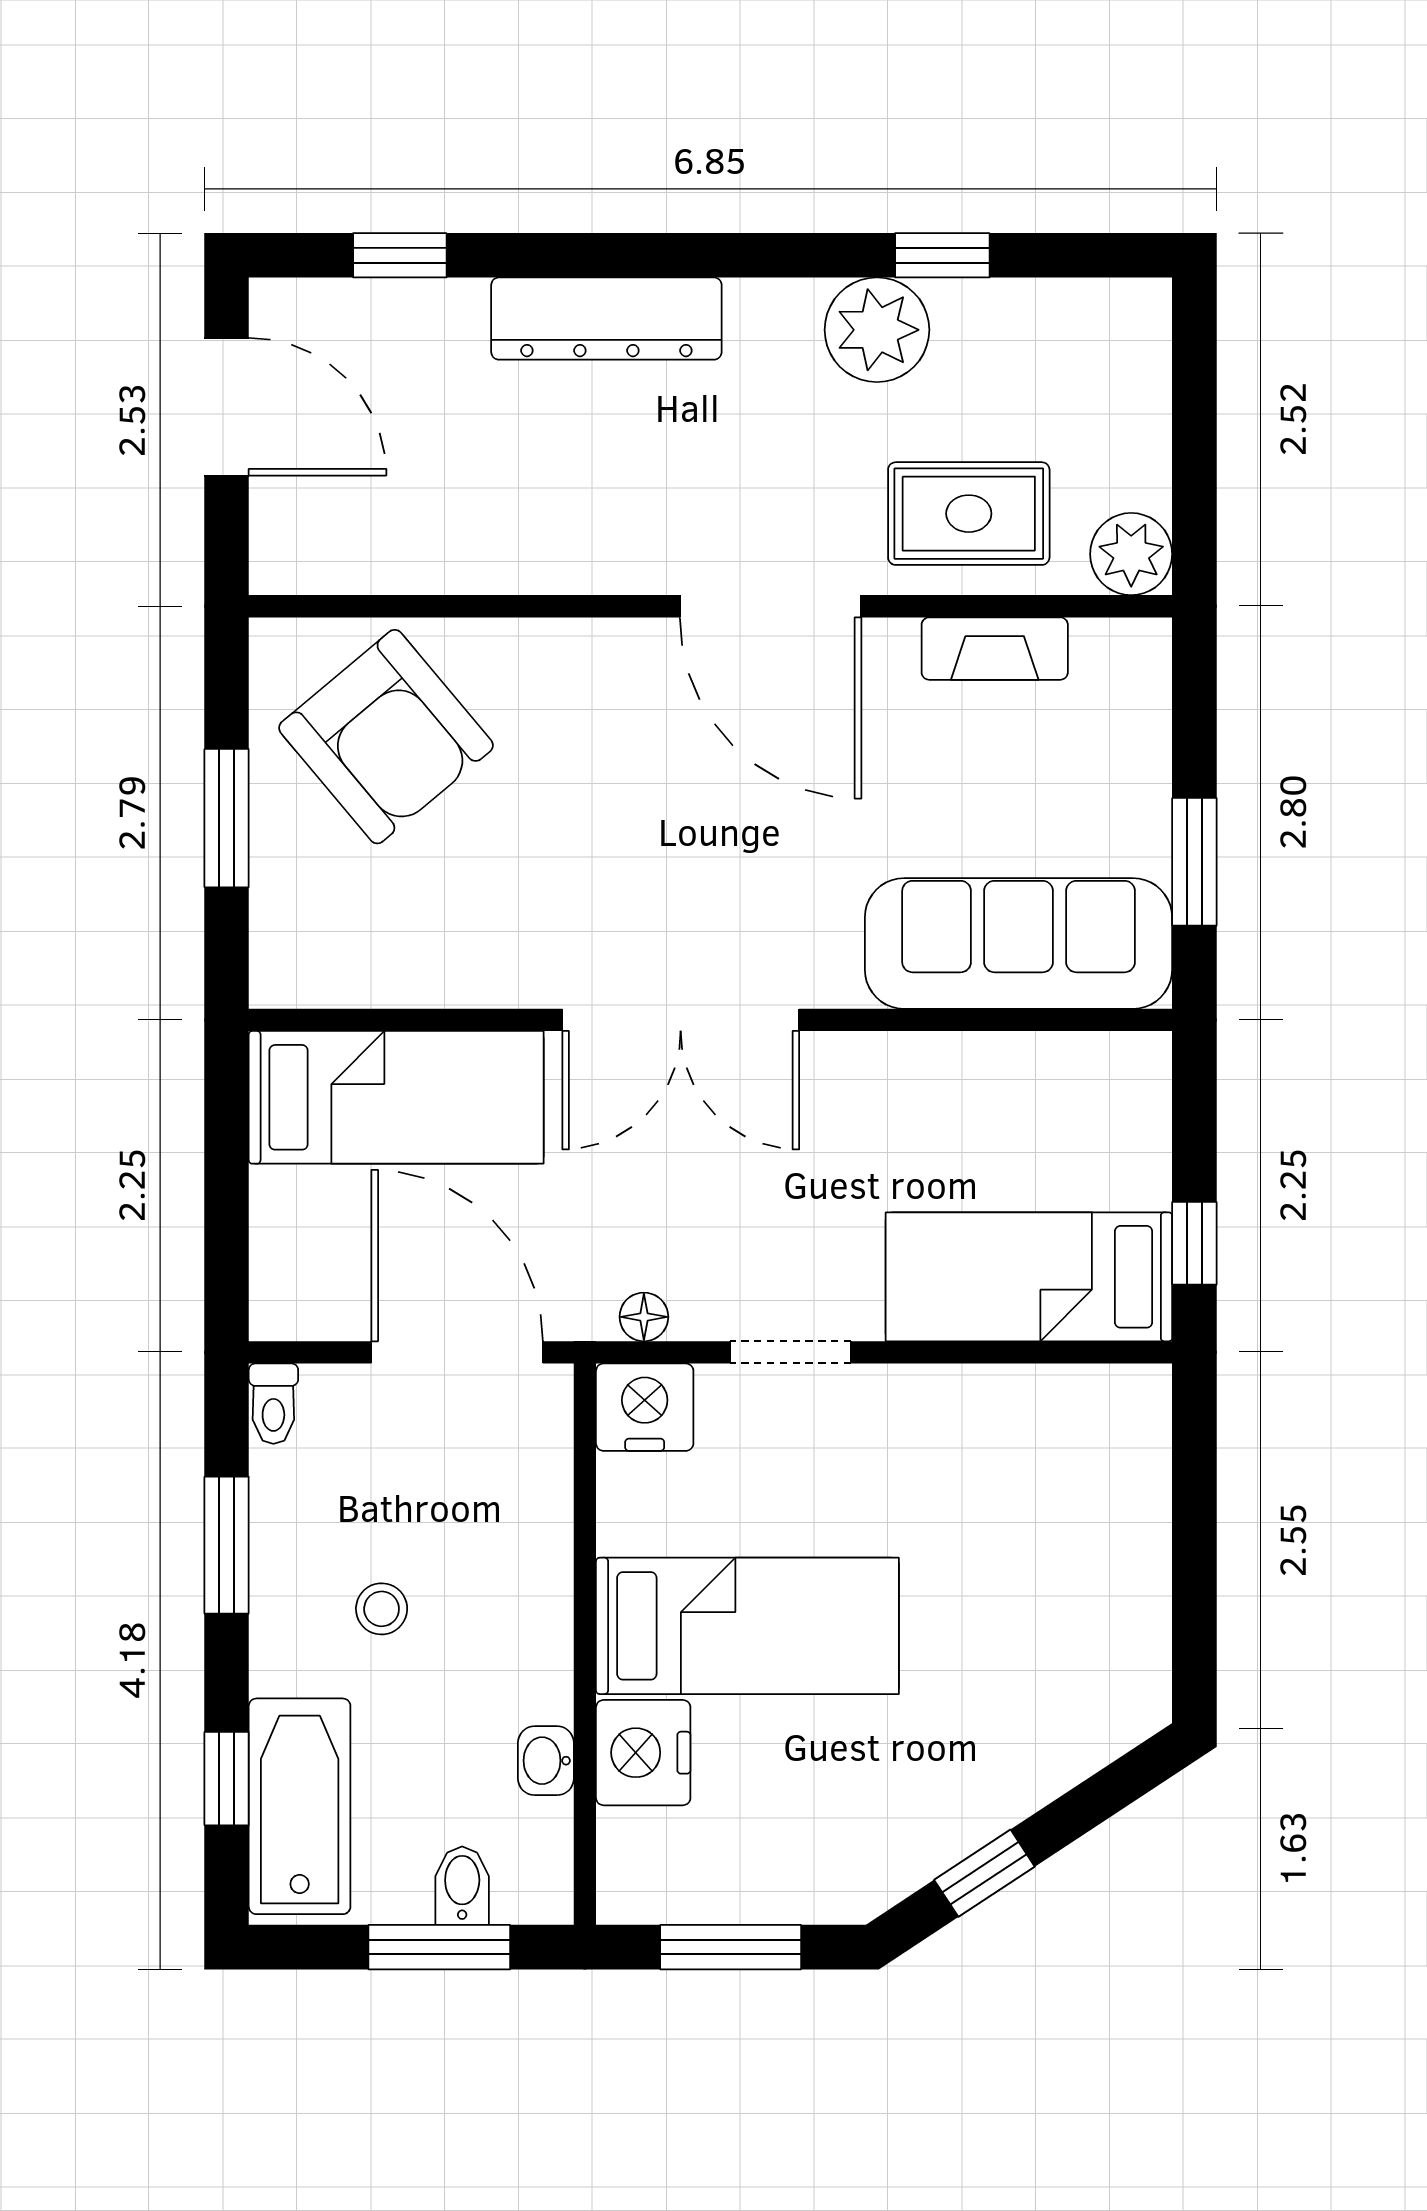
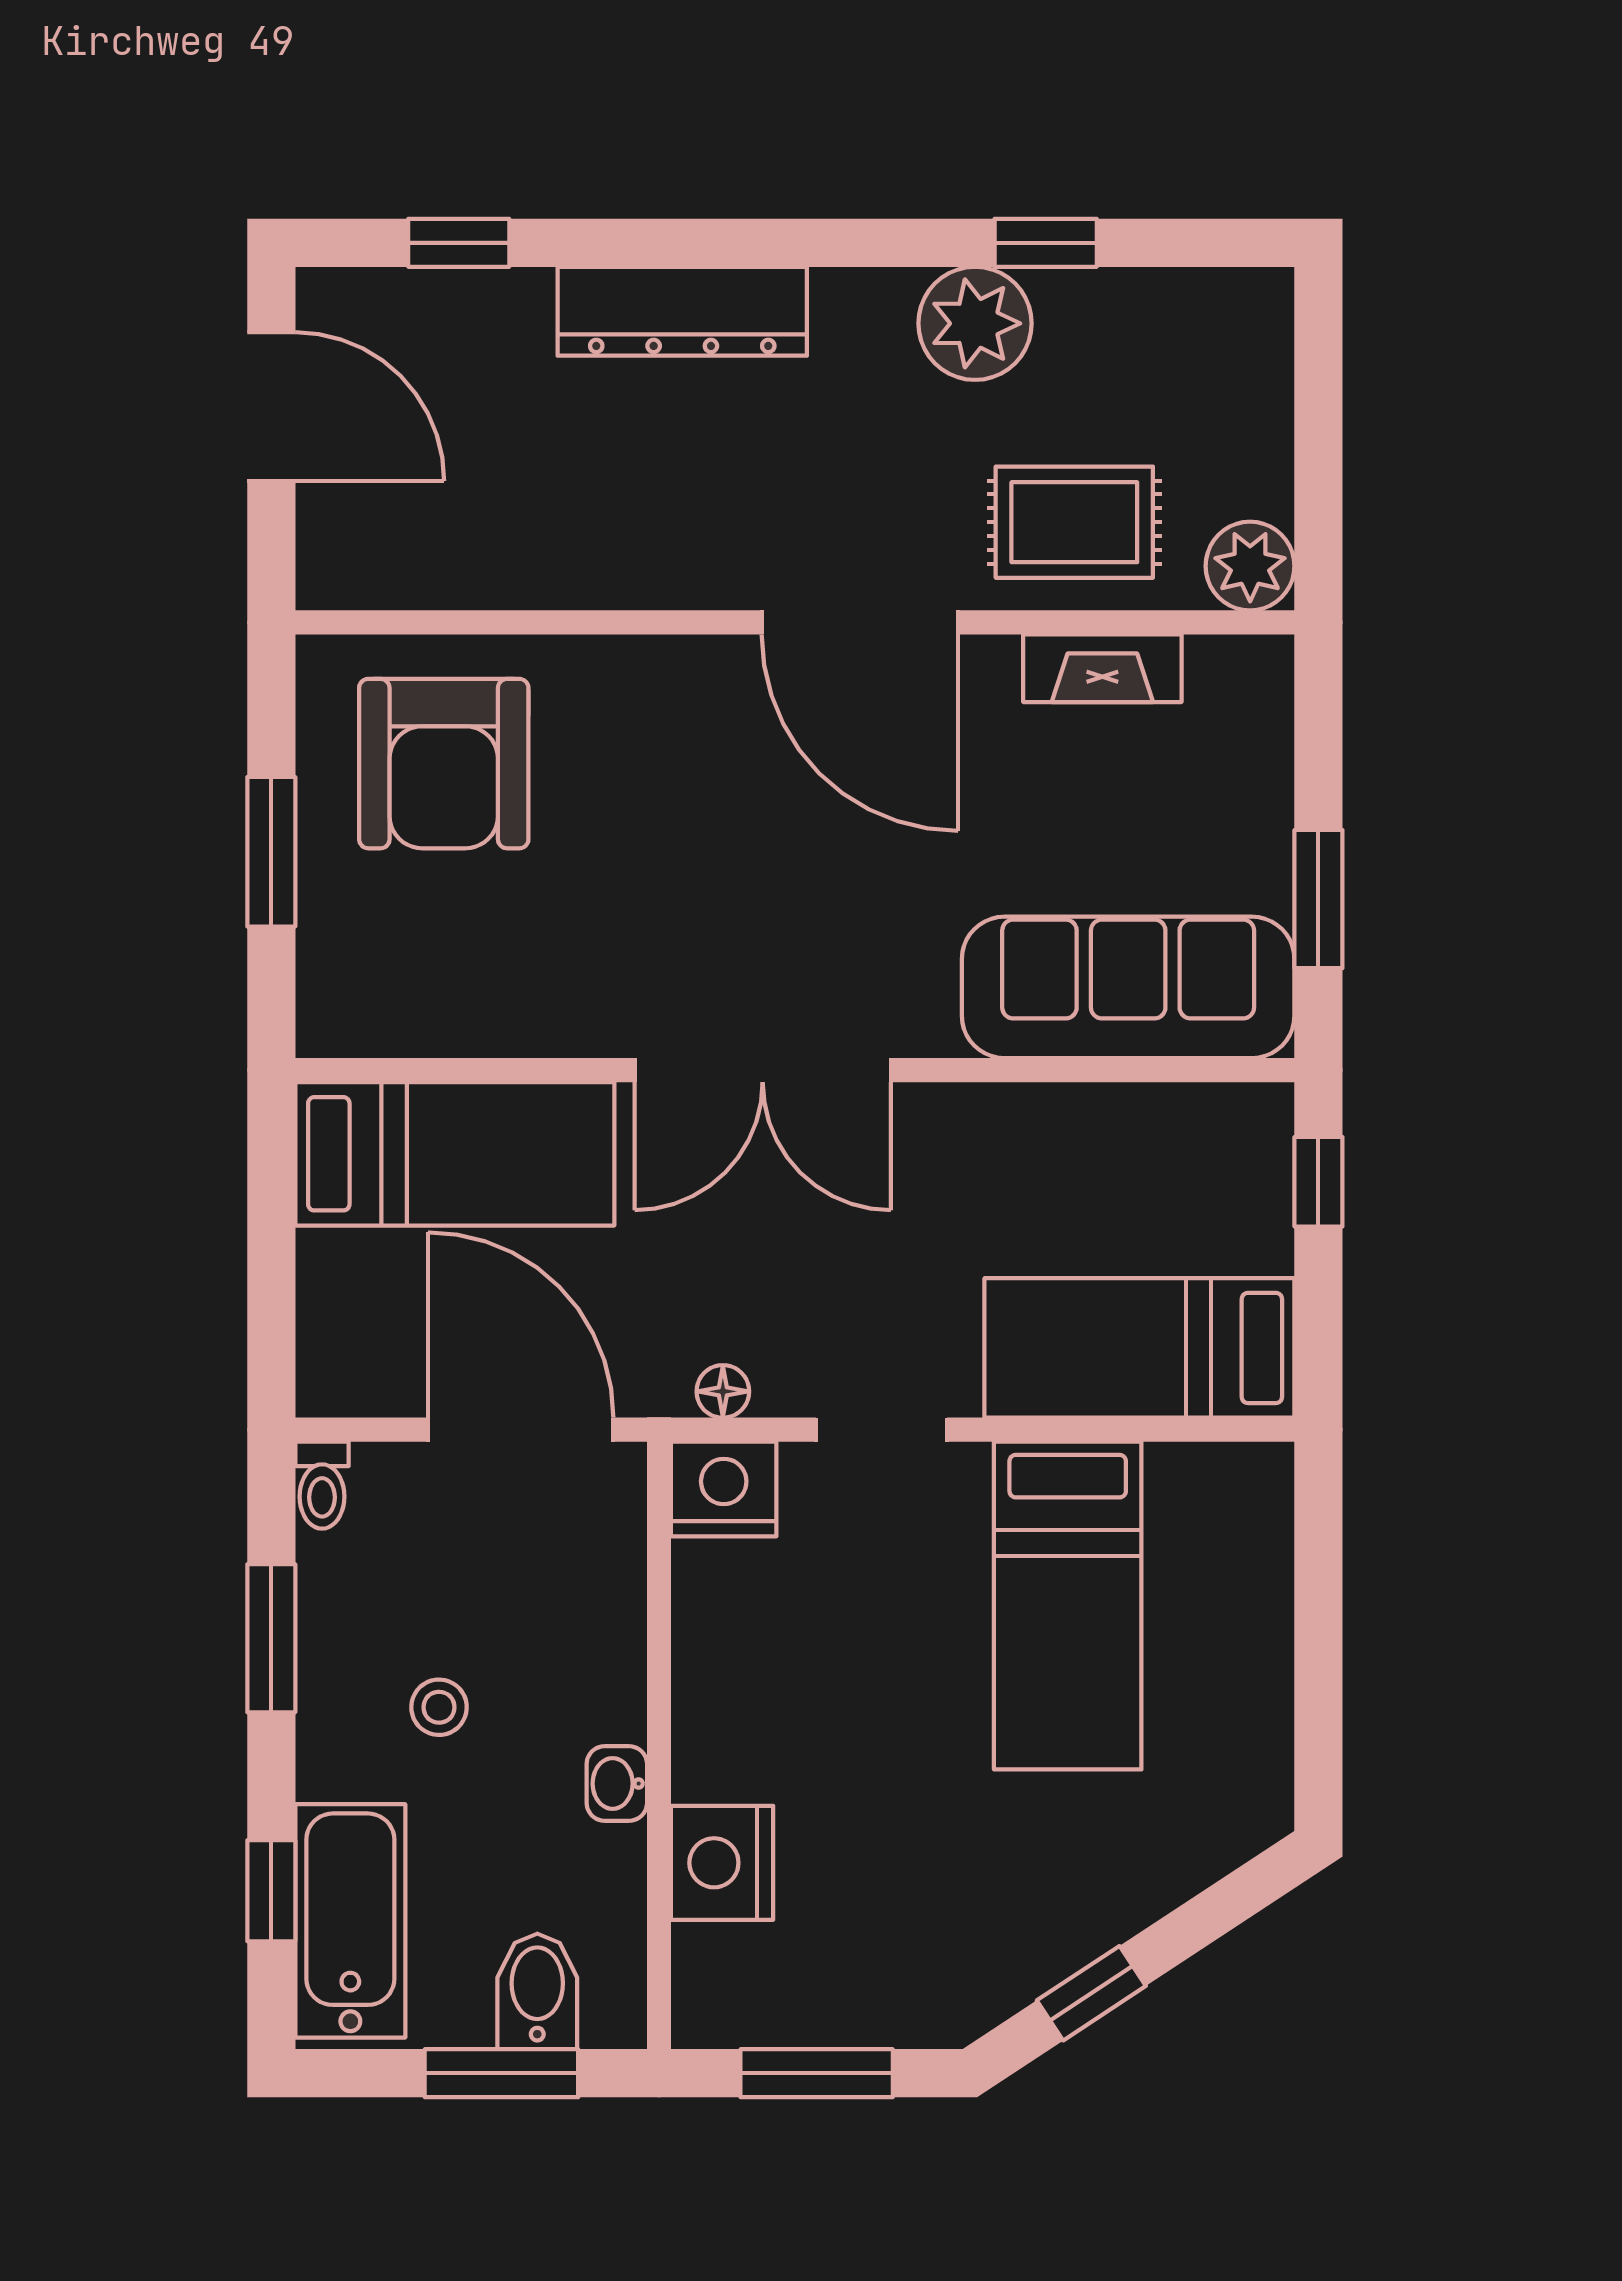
armchair: (386, 737) -> (444, 764), turned 40
window: (1194, 1243) -> (1318, 1182), moved
bed: (747, 1626) -> (1068, 1606), moved, turned 90
washbasin: (546, 1761) -> (617, 1784), moved
bidet: (462, 1886) -> (537, 1991), width x1.38, depth x1.36

